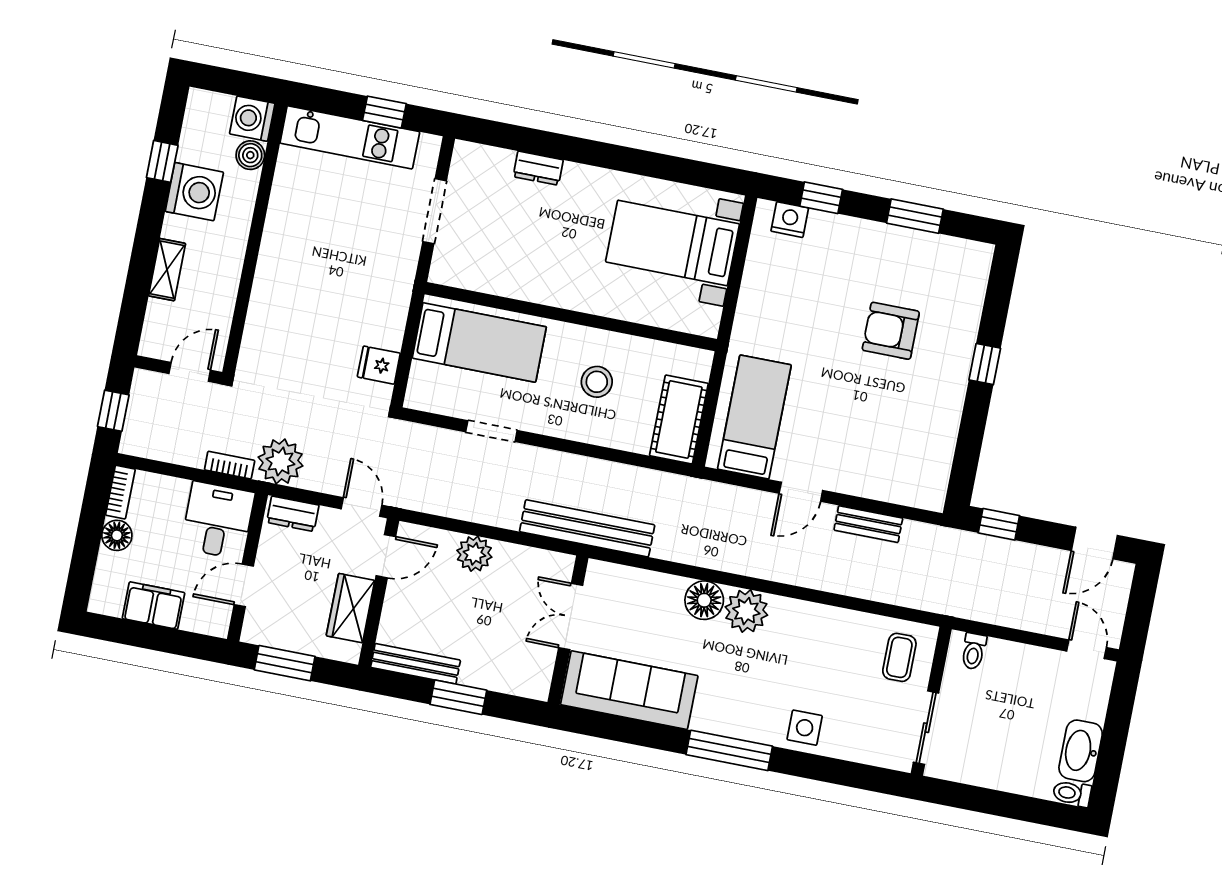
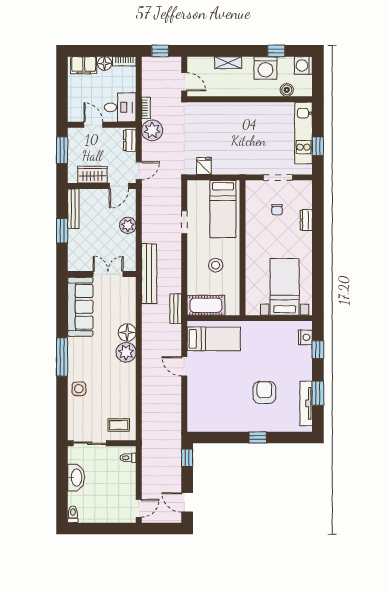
washing machine: (252, 119) -> (303, 65), moved, turned -90
chair: (504, 227) -> (277, 210), added
tv unit: (932, 246) -> (306, 403), added
bench: (868, 524) -> (176, 309), moved
door: (386, 556) -> (119, 186), hinge flipped
filing cabinet: (154, 606) -> (84, 65), moved, turned 90
washbasin: (1081, 751) -> (76, 478), moved, turned 90

